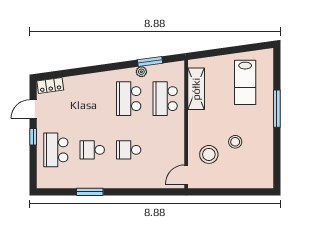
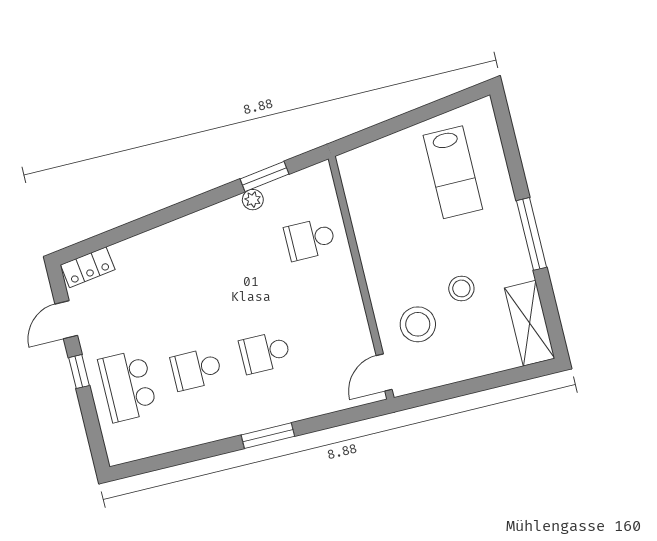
shelving: (196, 89) -> (530, 323), moved
school desk: (129, 99) -> (241, 256), removed
school desk: (165, 99) -> (310, 239), width x0.54
window: (277, 109) -> (531, 234), moved
window: (90, 192) -> (268, 436), moved

